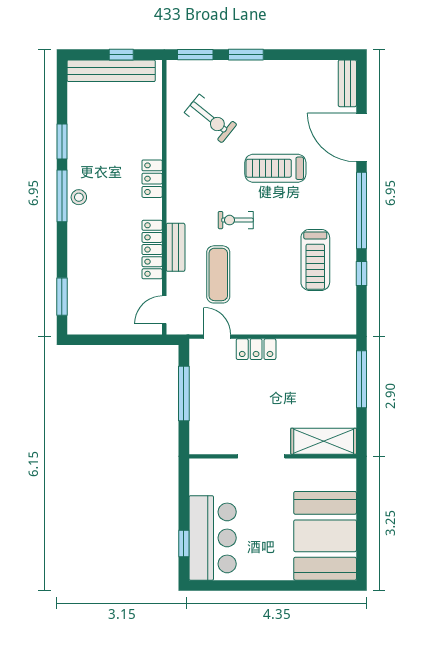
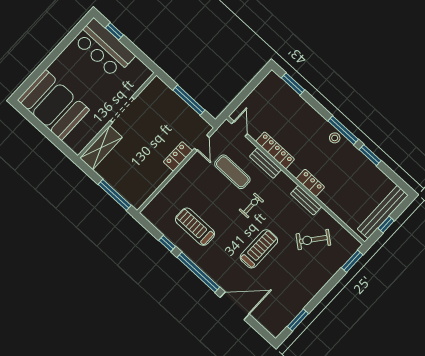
window: (246, 55) -> (298, 320), moved
bench: (347, 83) -> (306, 200), moved
door: (217, 337) -> (202, 143), hinge flipped

